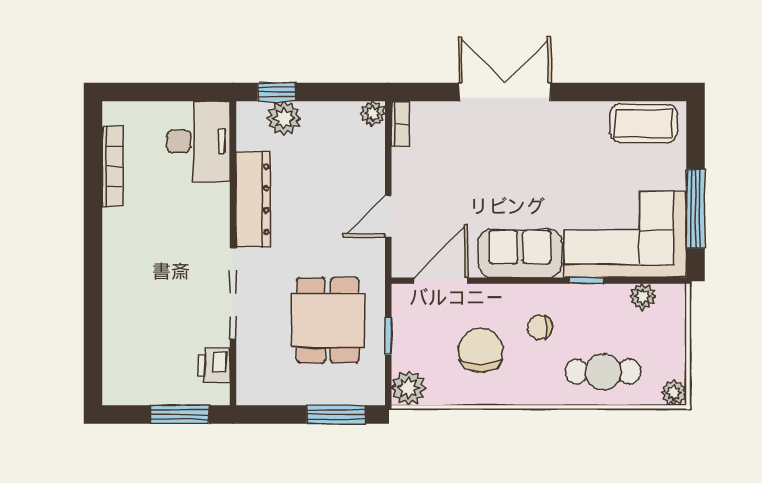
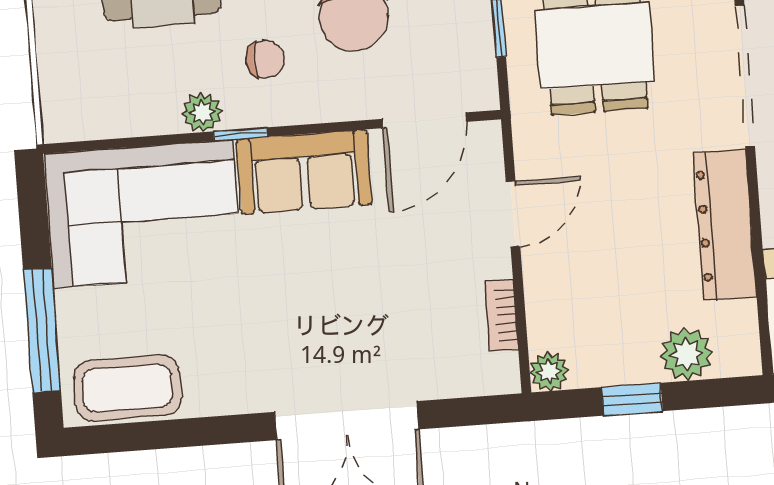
window: (277, 92) -> (632, 399), moved
bookcase: (400, 124) -> (502, 315), moved
window: (696, 209) -> (42, 330), moved
window: (586, 281) -> (241, 134), moved
plant: (643, 296) -> (202, 112), moved

